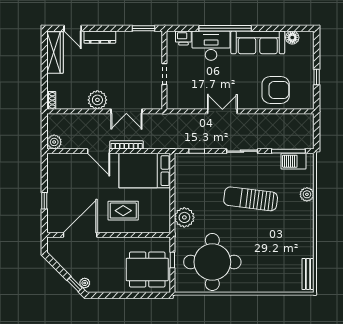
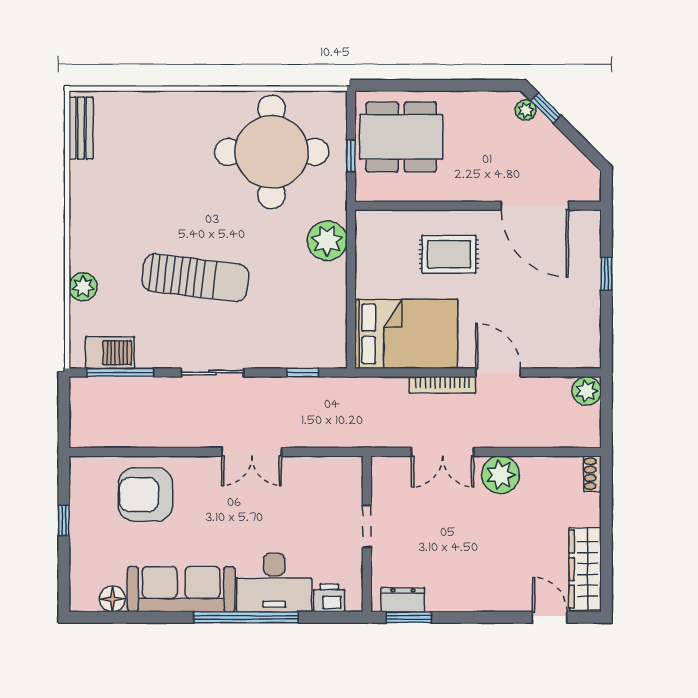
dresser: (100, 37) -> (403, 600), moved, width x0.70
double door: (126, 111) -> (443, 452), swing flipped
door: (80, 235) -> (535, 206), hinge flipped

